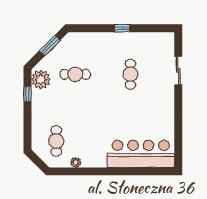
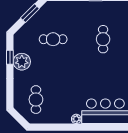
plant: (41, 80) -> (22, 62), moved
plant: (76, 162) -> (76, 119), moved

